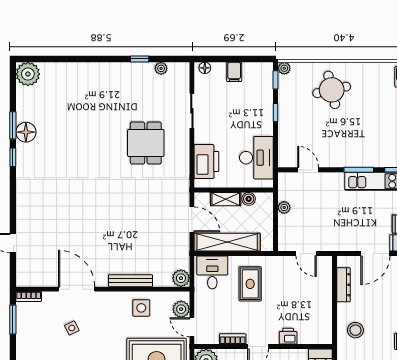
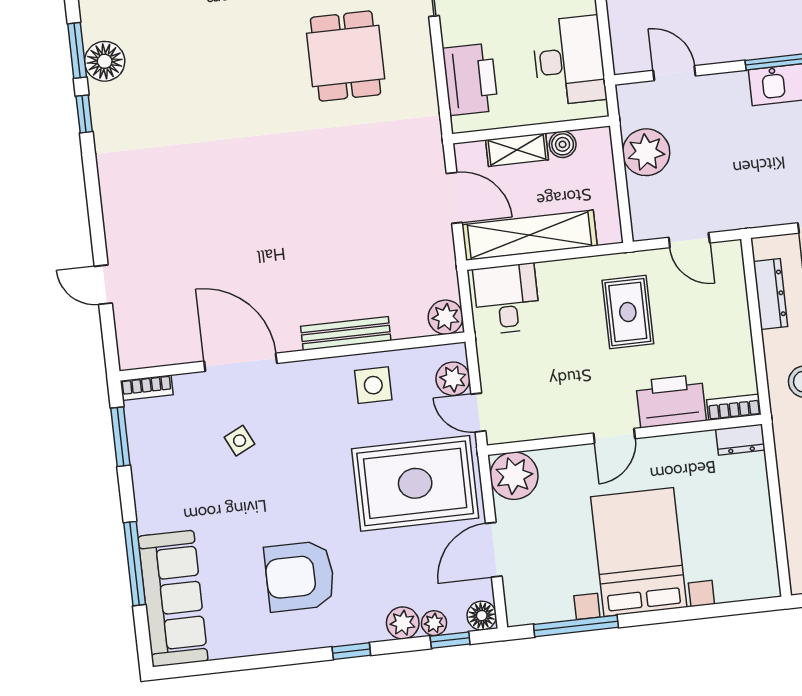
plant: (284, 207) -> (646, 152), width x1.87, depth x1.87
rug: (250, 284) -> (628, 312), moved
printer: (288, 336) -> (671, 401), width x1.87, depth x1.48
bookcase: (233, 339) -> (734, 407), moved

